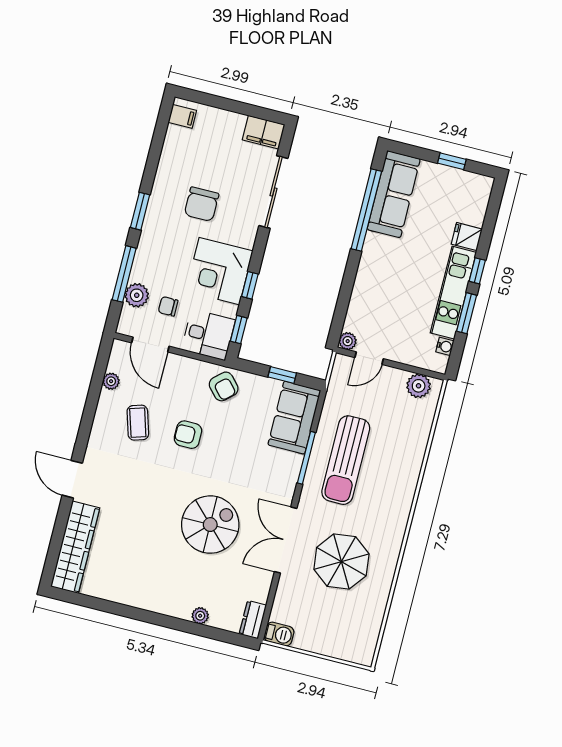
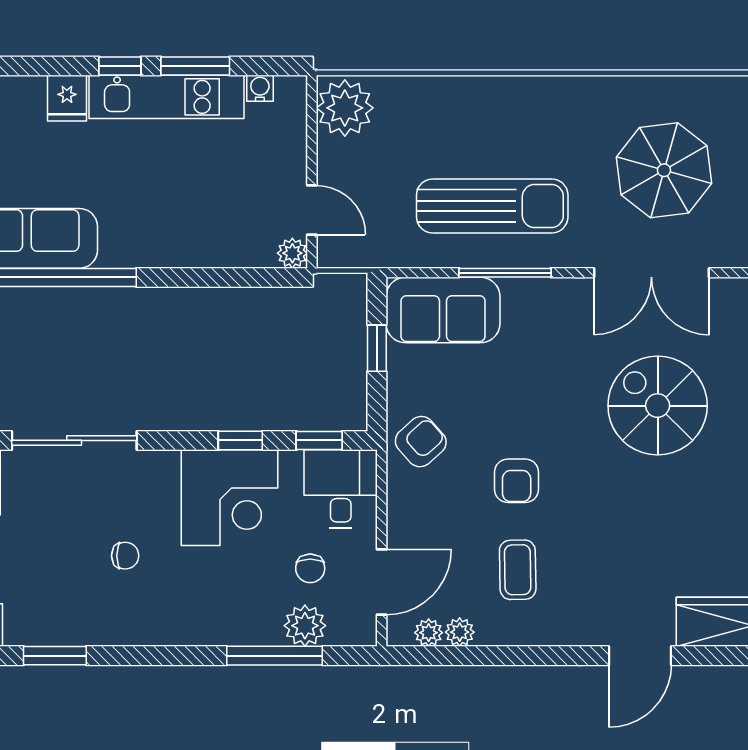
chair: (202, 204) -> (125, 556), width x0.54, depth x0.54
window: (140, 211) -> (55, 656), moved
plant: (115, 364) -> (429, 633), added
plant: (419, 386) -> (345, 108), width x1.36, depth x1.36
coffee table: (138, 423) -> (518, 570), turned -74

